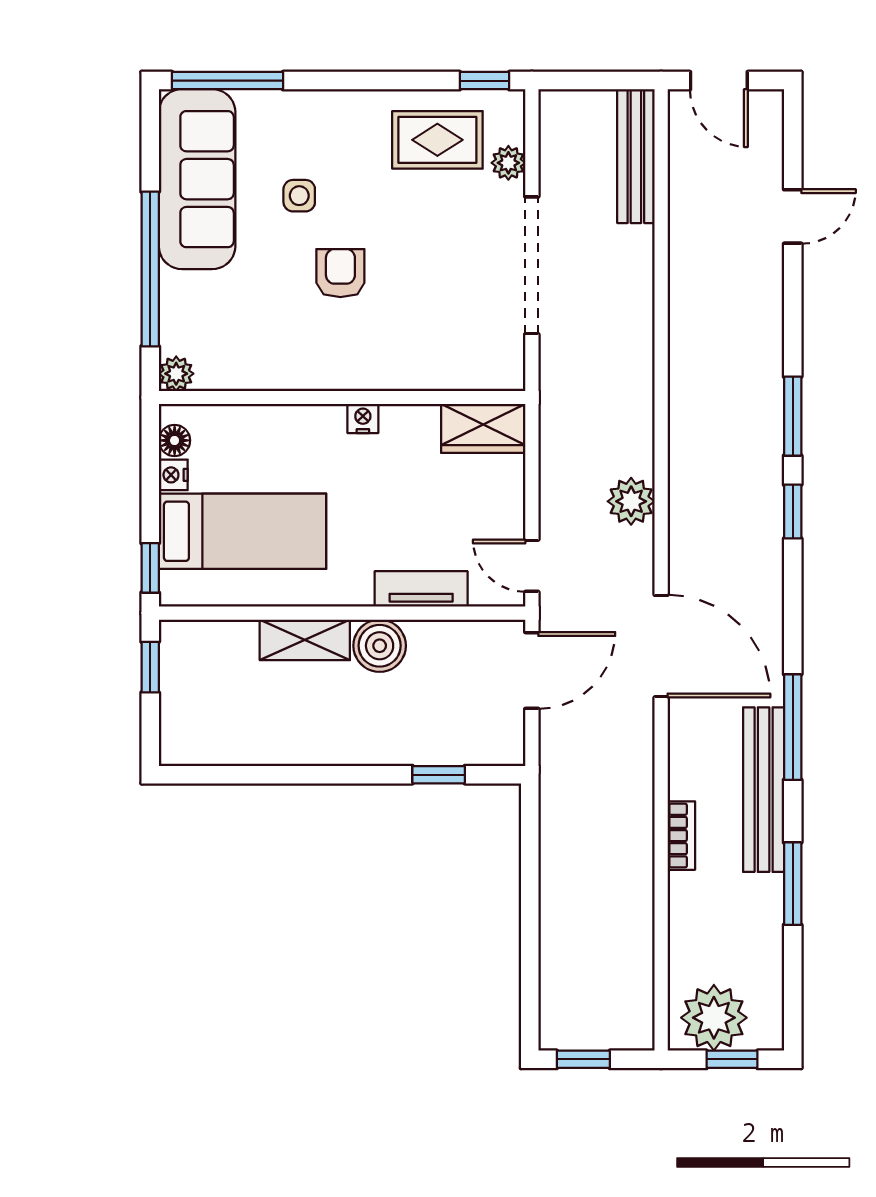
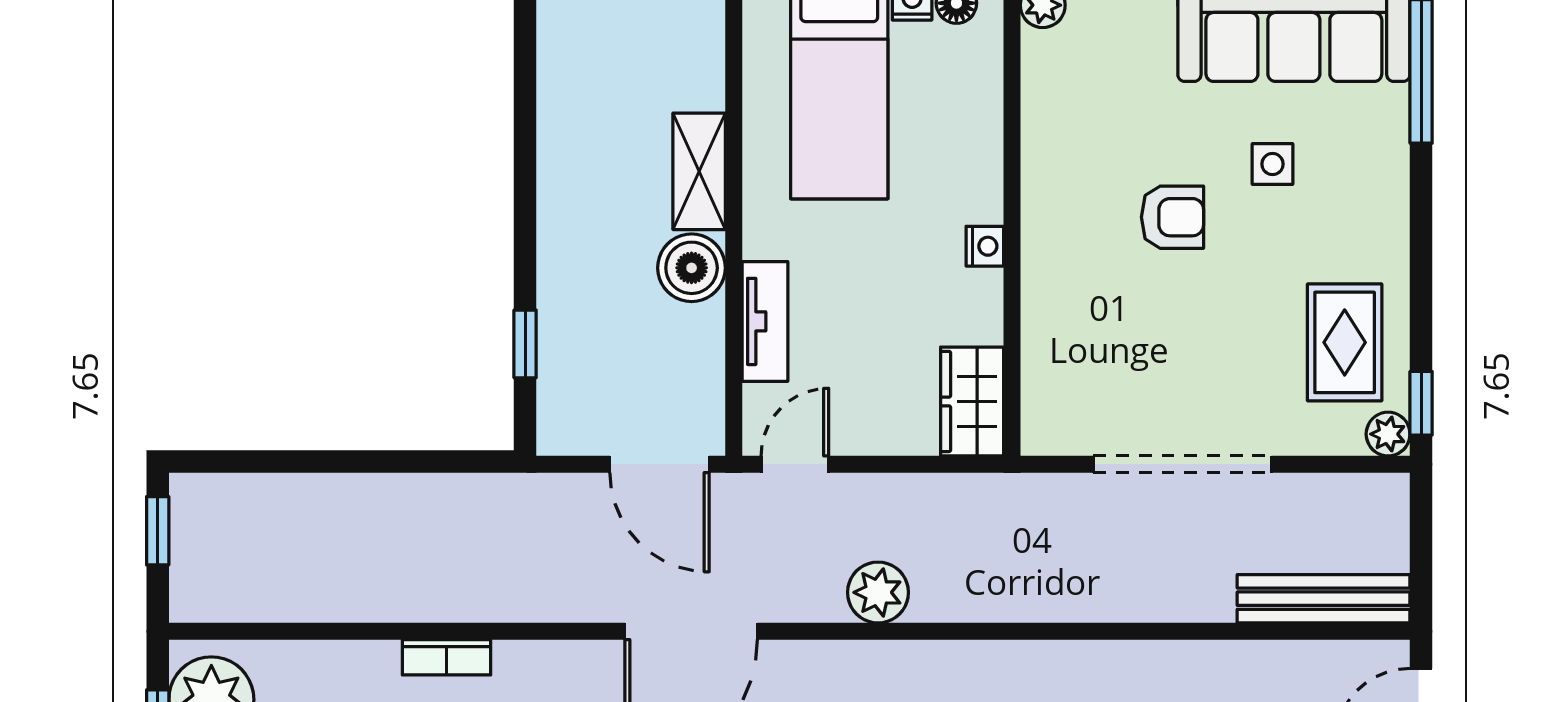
plant: (508, 163) -> (1388, 434), moved

